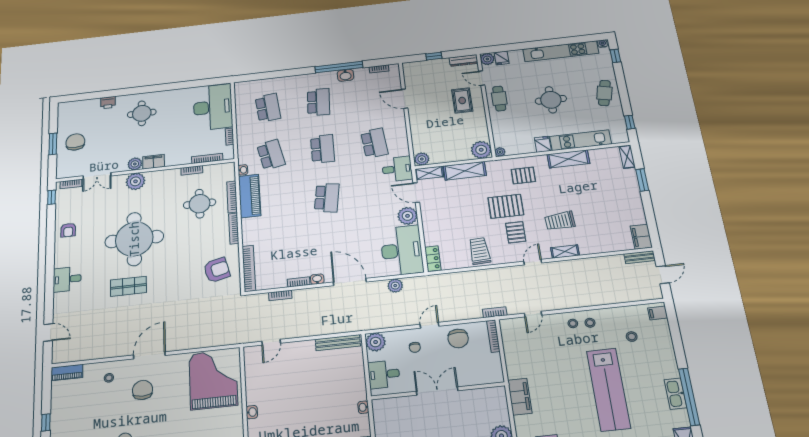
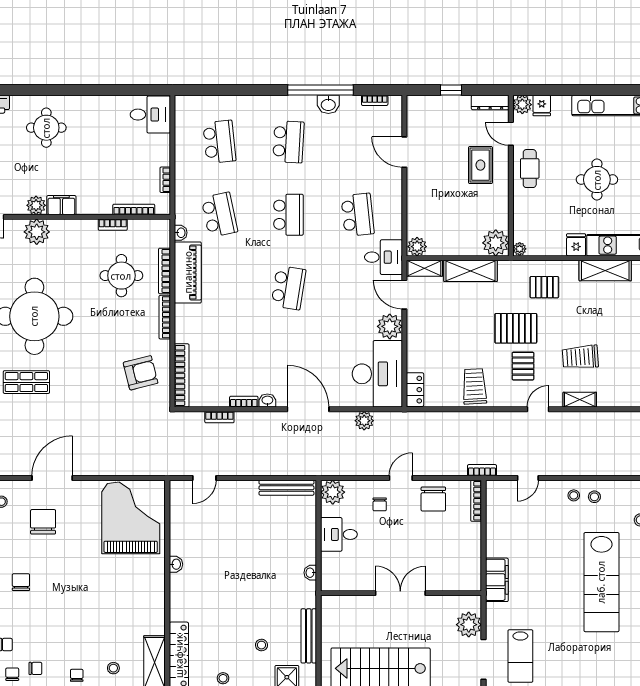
desk: (213, 107) -> (150, 115), width x0.53, depth x0.77
double door: (437, 391) -> (400, 593), moved
wall: (438, 391) -> (401, 593), moved

